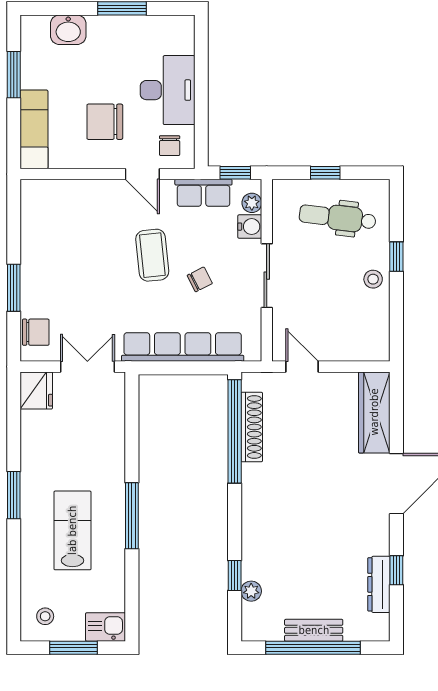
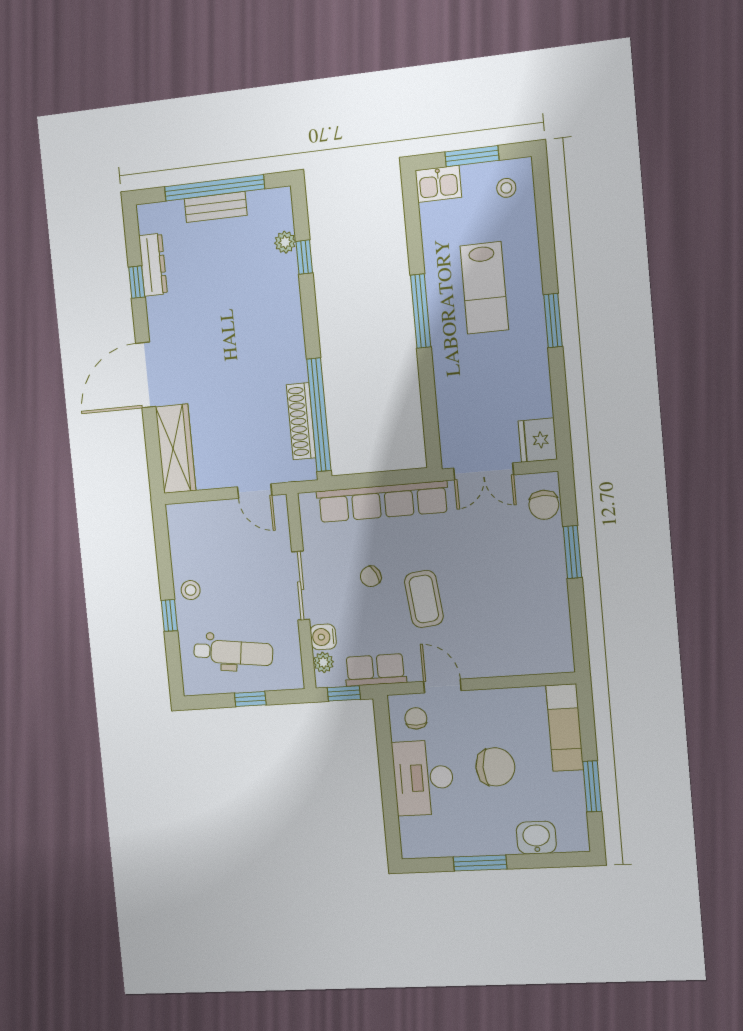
chair: (105, 122) -> (495, 767), moved
chair: (36, 332) -> (544, 505), turned -90

